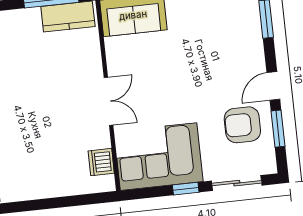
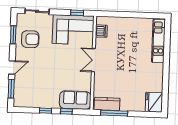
door: (273, 86) -> (12, 67), moved
window: (186, 189) -> (77, 13), moved

